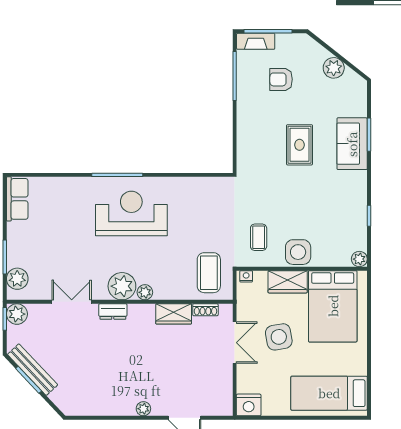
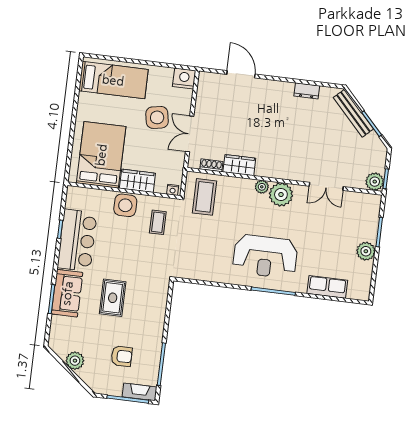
row of seats: (17, 199) -> (327, 287), moved, turned 90
bar counter: (348, 205) -> (77, 240), added
plant: (359, 259) -> (73, 193), removed
plant: (17, 279) -> (366, 251), moved
dresser: (113, 311) -> (307, 91), moved, turned 180
side table: (279, 337) -> (157, 117), moved
bench: (33, 370) -> (353, 113), moved
plant: (143, 409) -> (275, 86), removed

